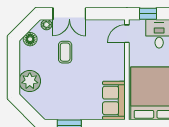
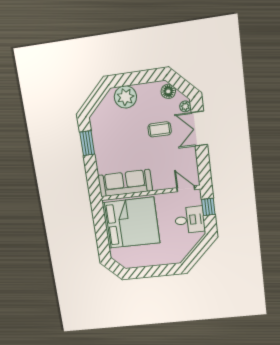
sofa: (114, 100) -> (125, 183), width x1.36

